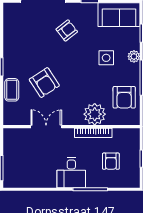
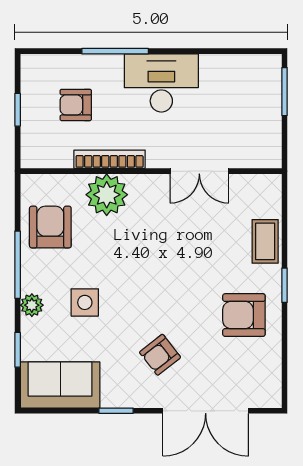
armchair: (44, 83) -> (244, 315), moved, turned -57
armchair: (111, 161) -> (76, 105), turned -90
desk: (71, 173) -> (161, 83), width x1.37

